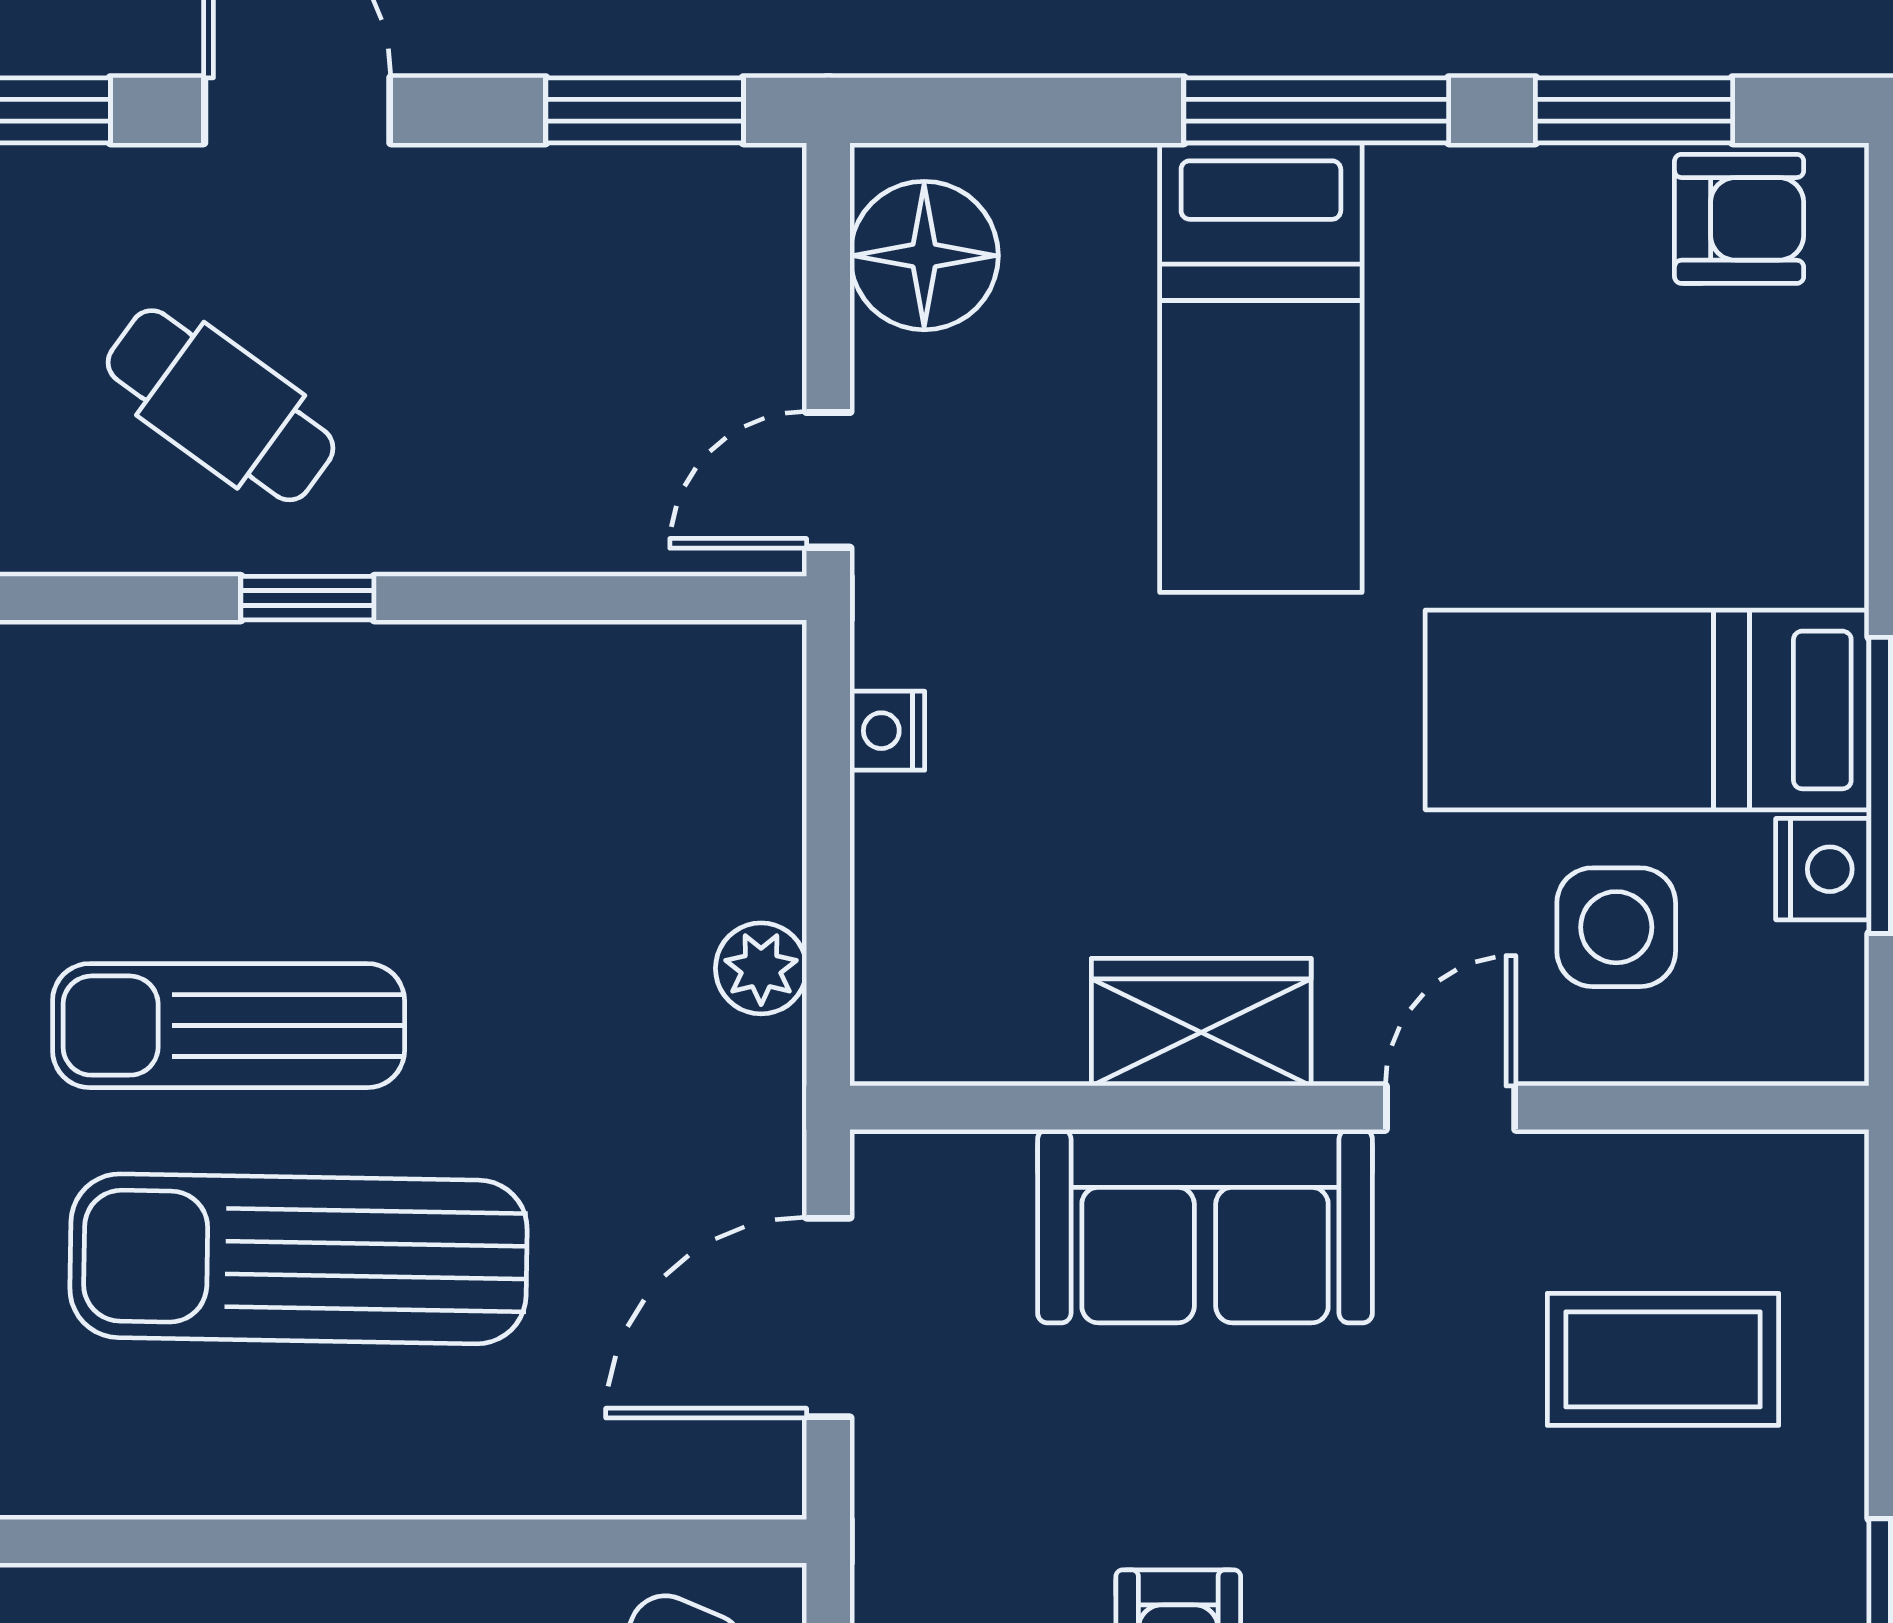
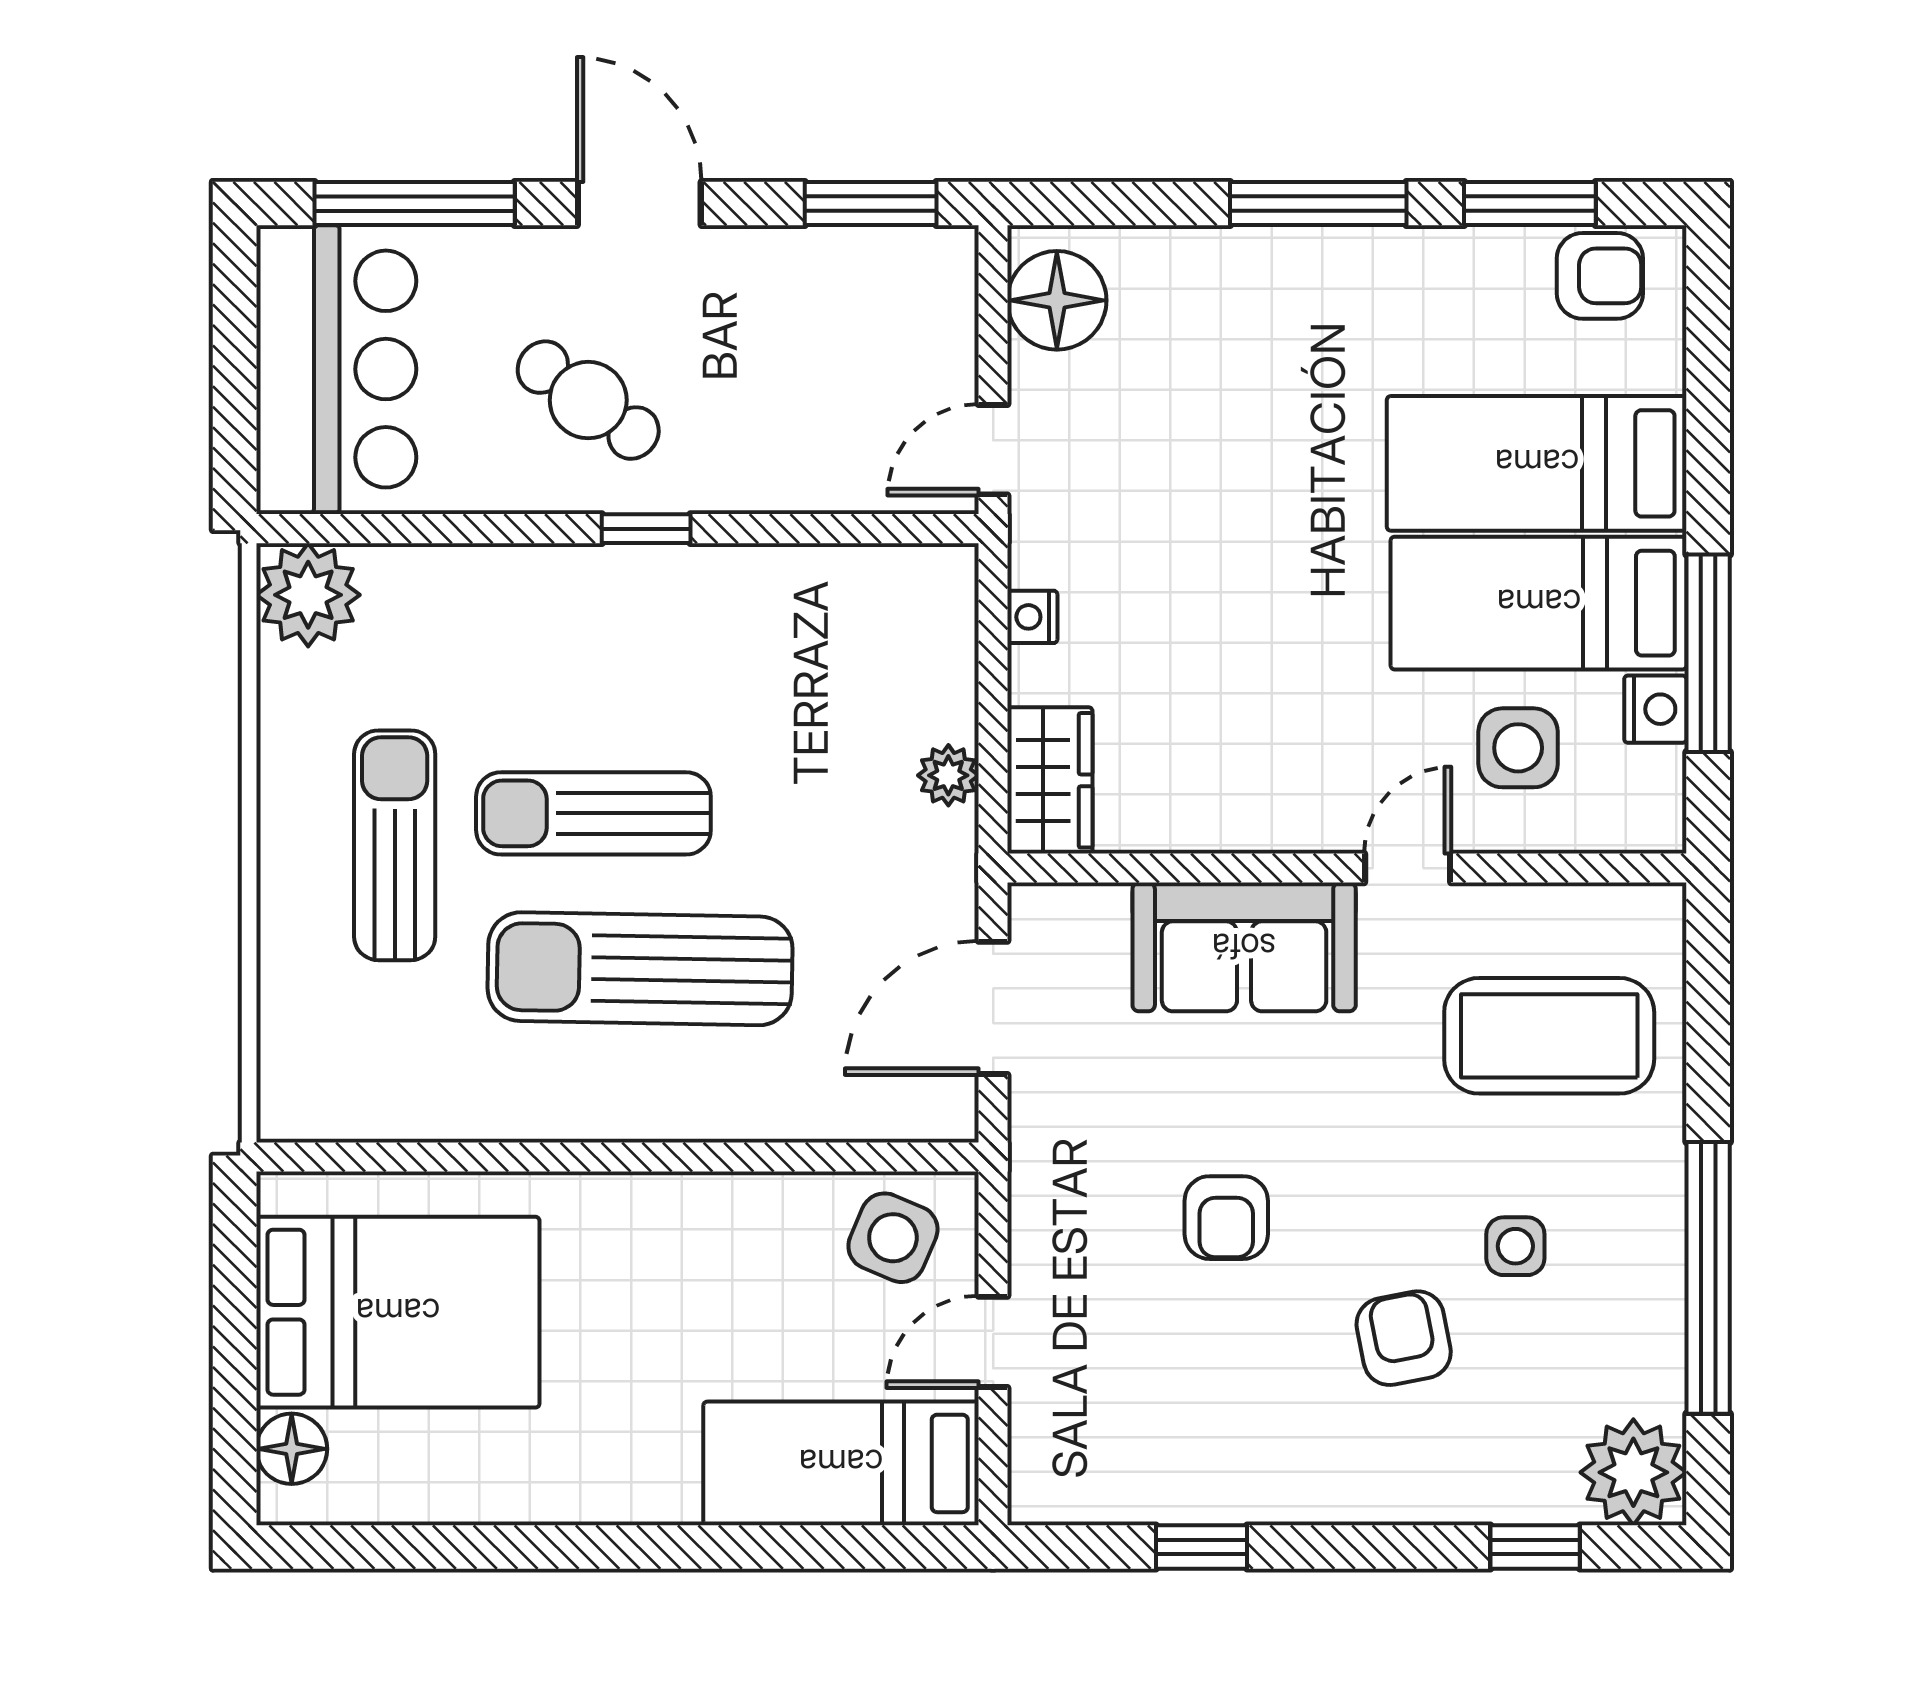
bed: (1261, 368) -> (1537, 463), moved, turned 90
wardrobe: (1201, 1022) -> (1050, 780), moved, turned 90
coffee table: (1663, 1359) -> (1549, 1036), width x1.36, depth x1.32

